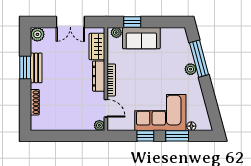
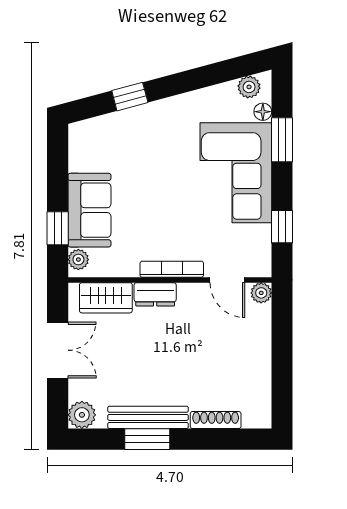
window: (199, 59) -> (130, 97), width x0.46
bench: (36, 68) -> (148, 417), width x1.36
plant: (191, 69) -> (249, 87), moved
dresser: (99, 76) -> (155, 294), width x0.70
door: (106, 108) -> (227, 280), swing flipped
window: (145, 136) -> (282, 227), moved

